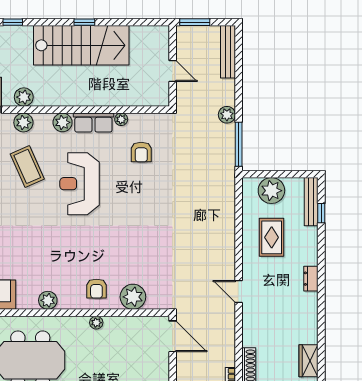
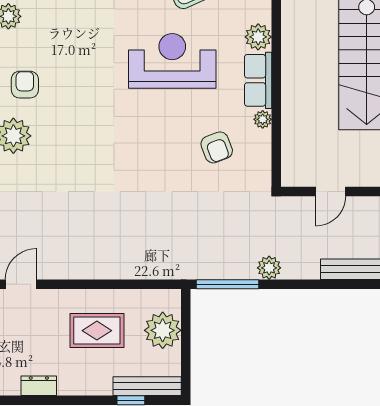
armchair: (141, 152) -> (217, 147), turned -111
armchair: (96, 289) -> (25, 85), turned 90

